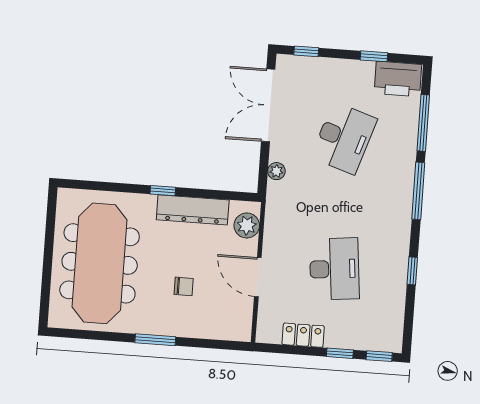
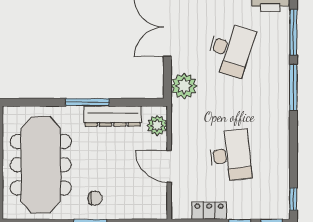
plant: (276, 171) -> (184, 86), width x1.88, depth x1.88
window: (163, 191) -> (87, 102), width x2.17
window: (412, 271) -> (293, 199), moved
chair: (184, 286) -> (95, 198), moved

